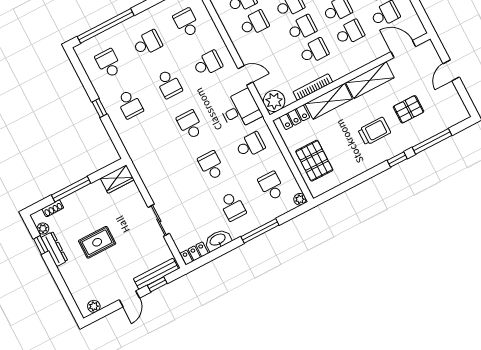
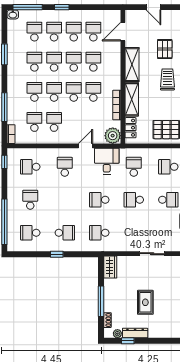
school desk: (169, 84) -> (99, 233), moved, turned 180

